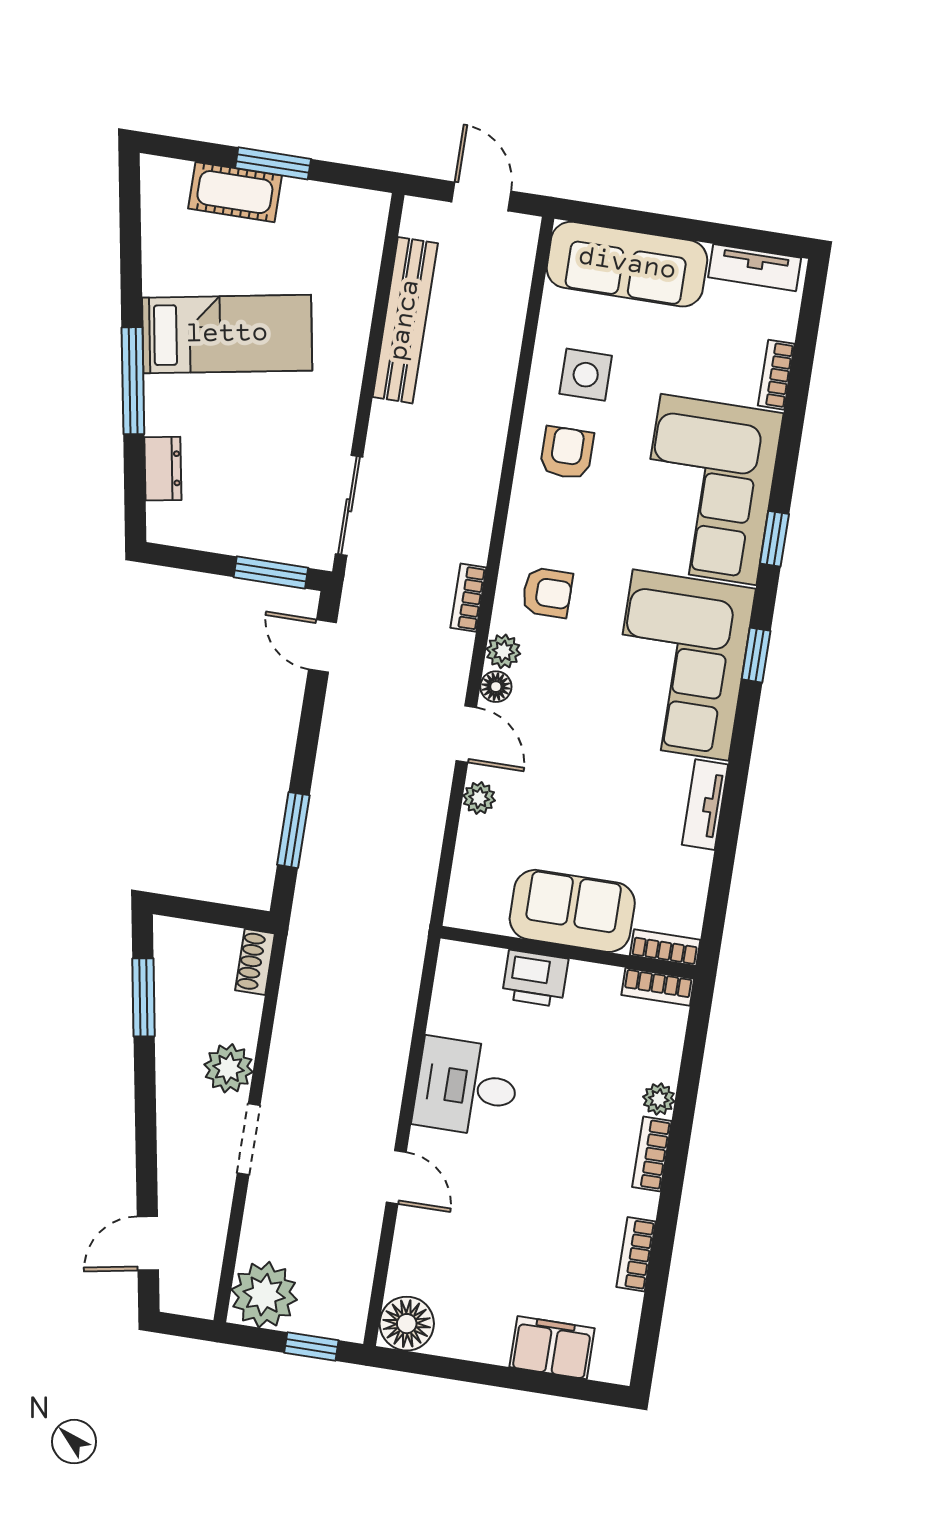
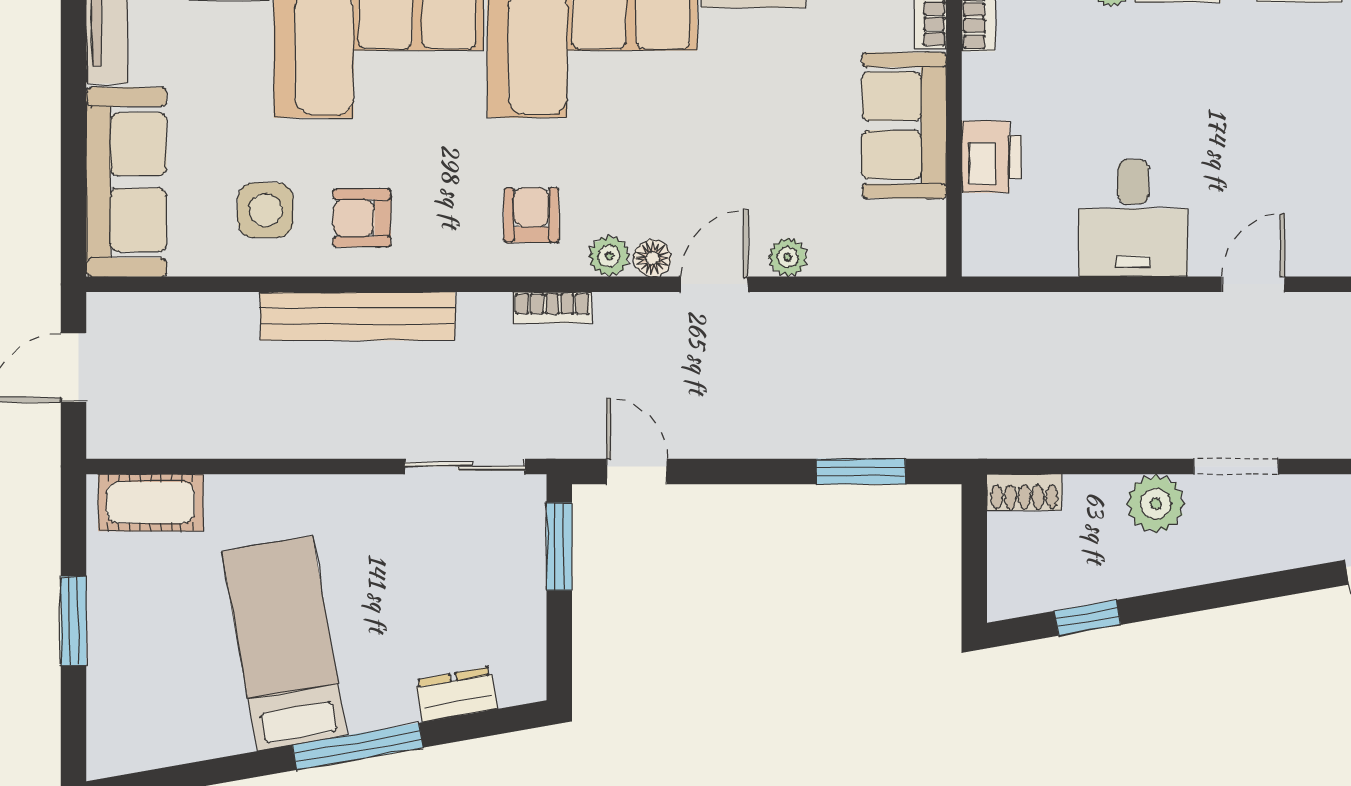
cot: (235, 192) -> (151, 503), moved, turned 90
bench: (405, 320) -> (357, 316), moved
door: (323, 646) -> (637, 472), swing flipped
window: (144, 997) -> (1087, 618), width x0.67

